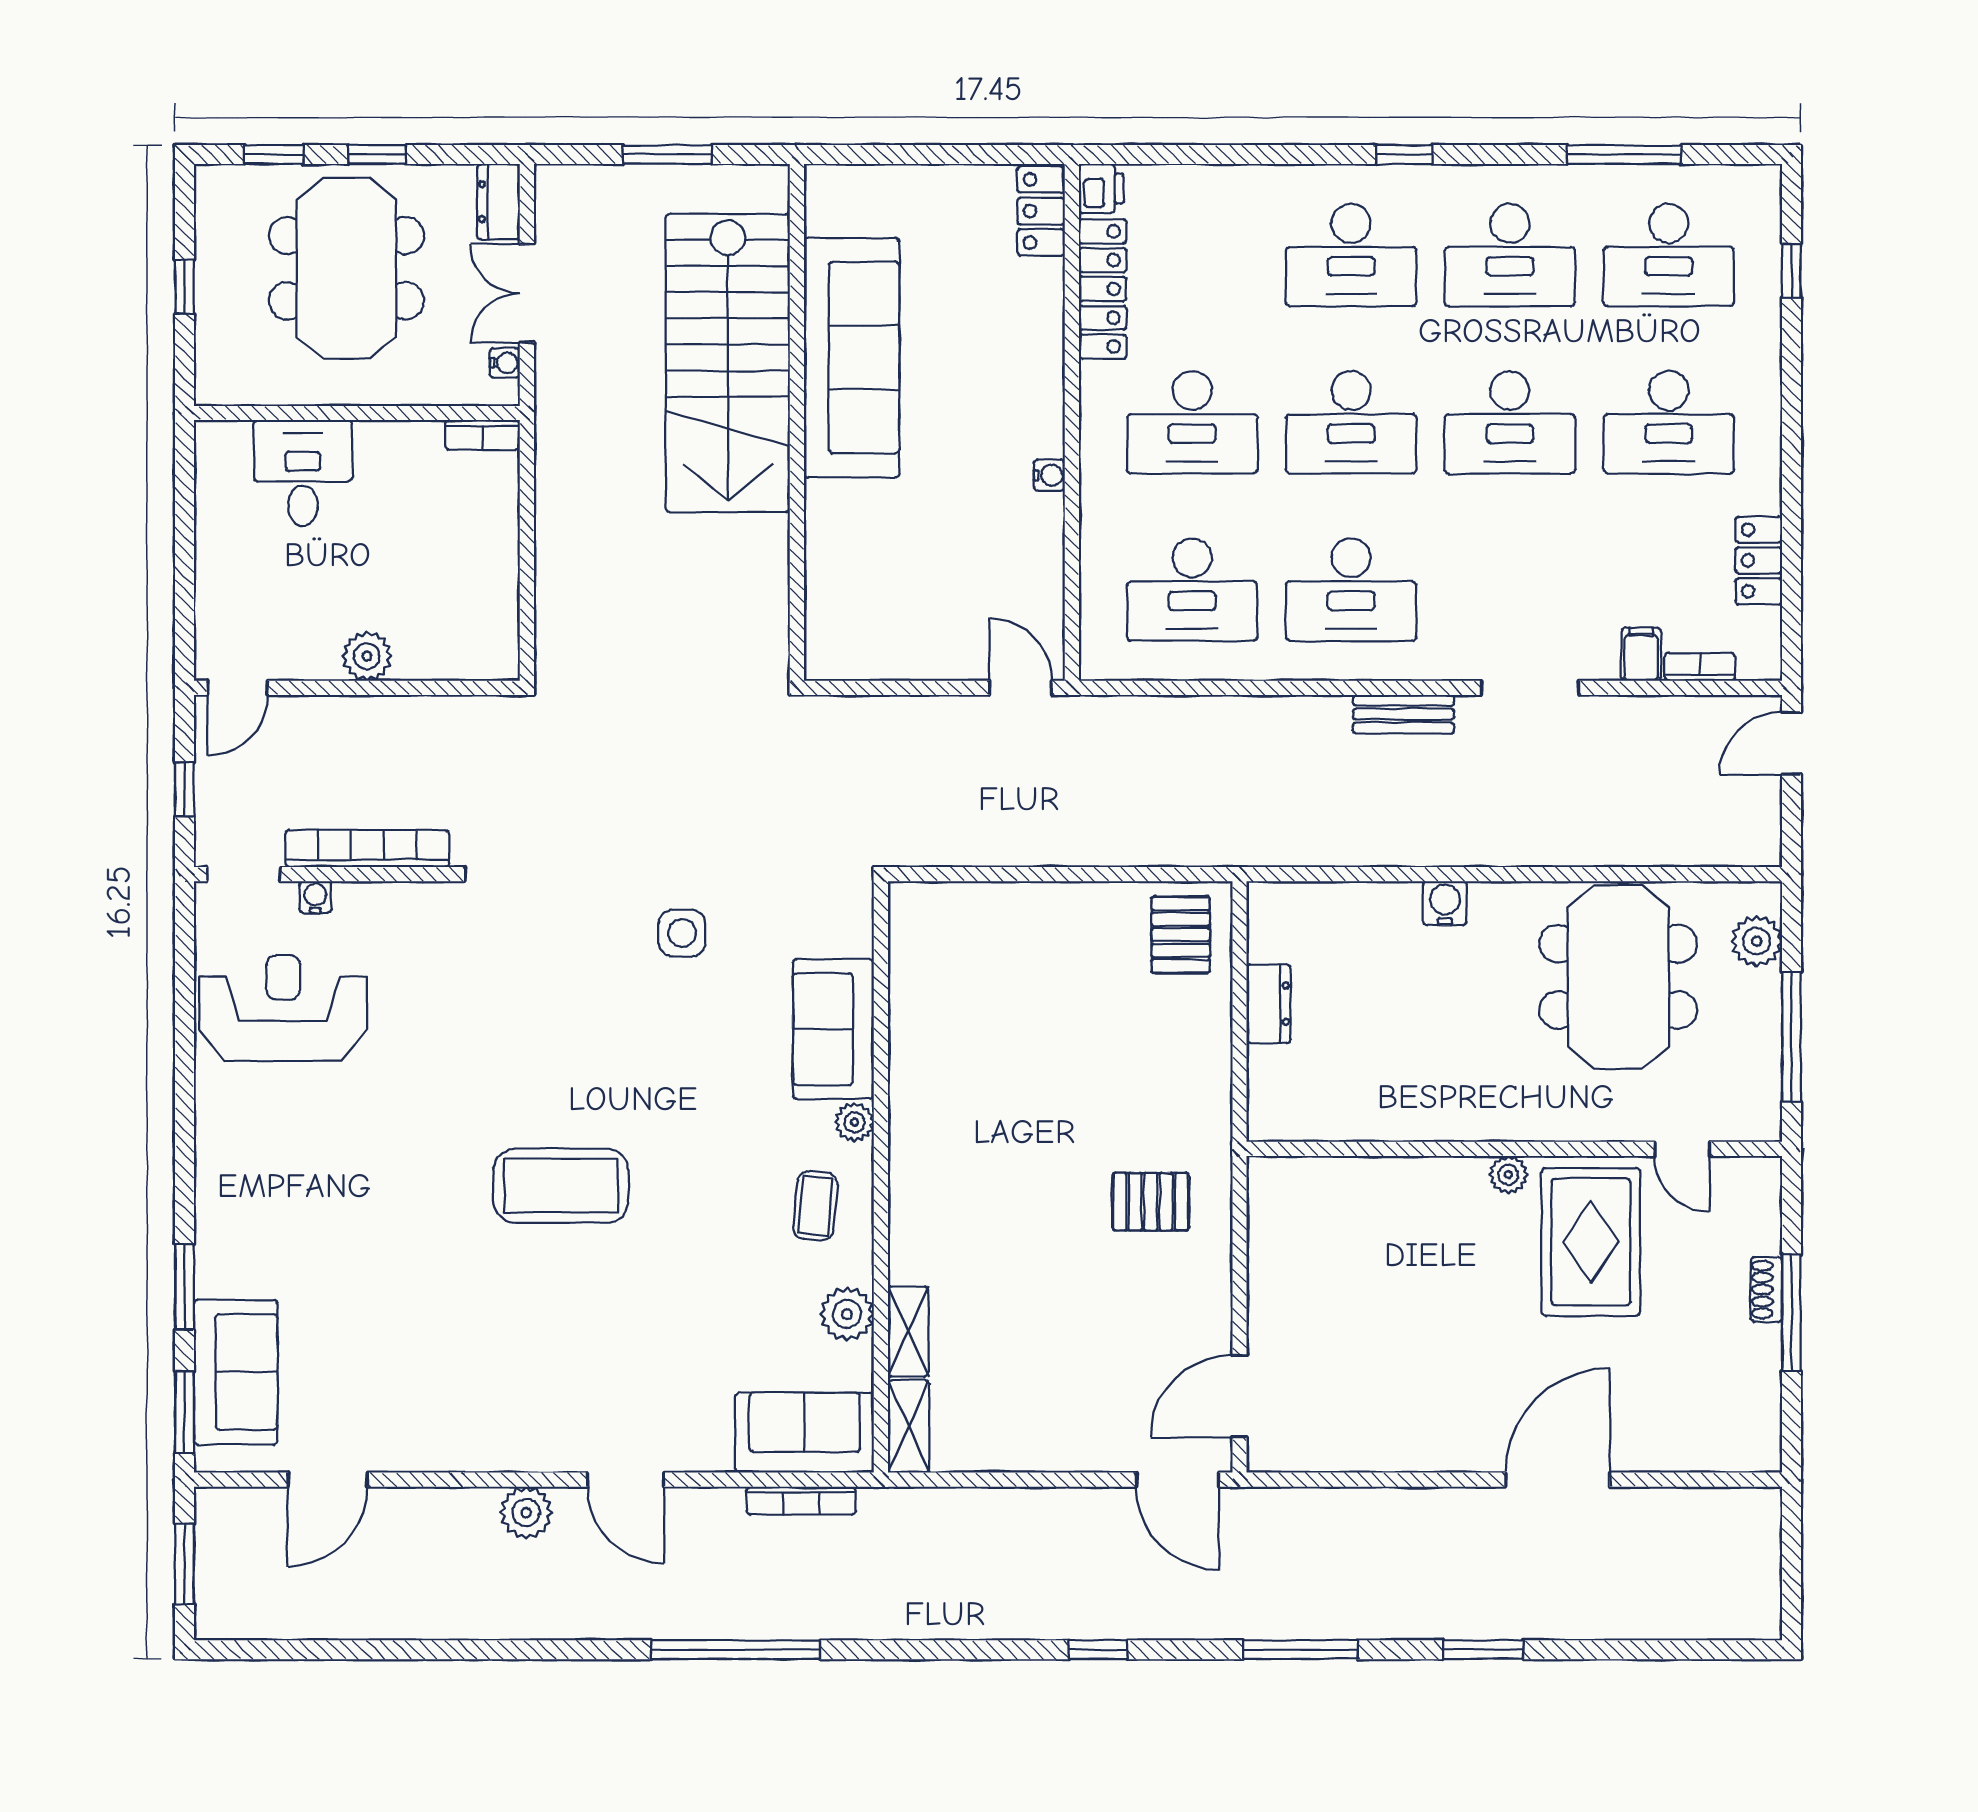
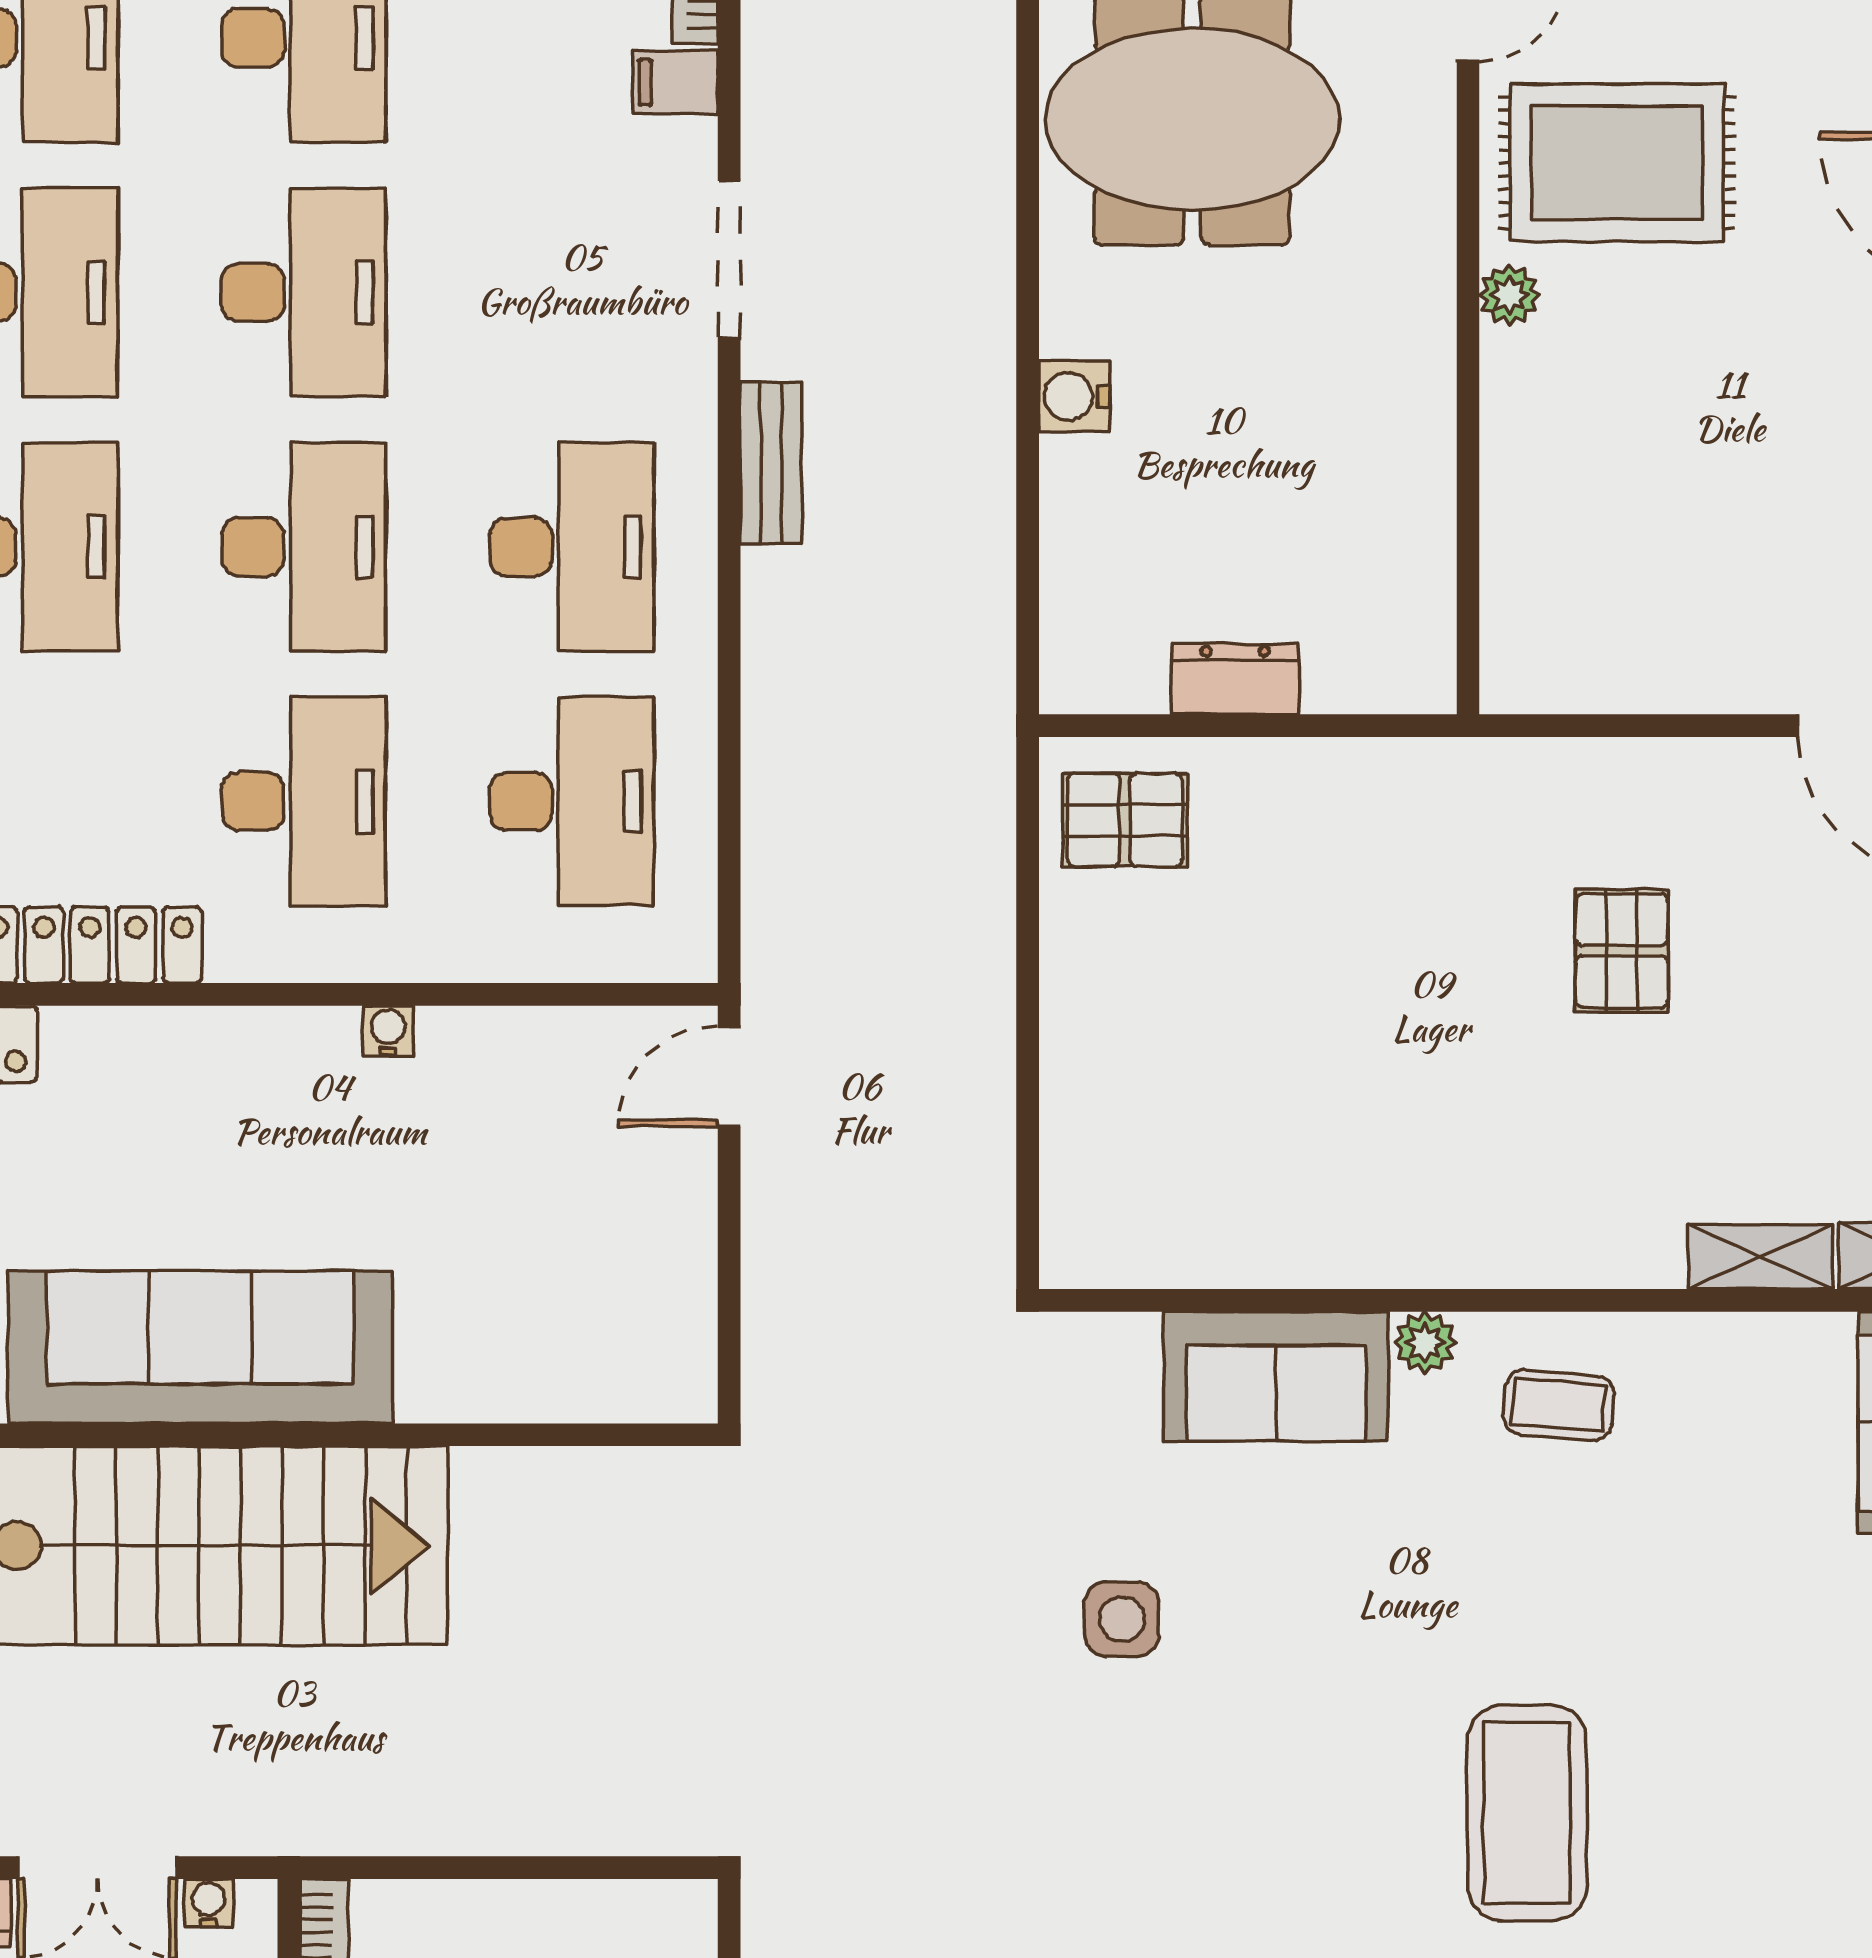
pallet: (1151, 1202) -> (1622, 951), moved
plant: (847, 1314) -> (1732, 1355), removed

